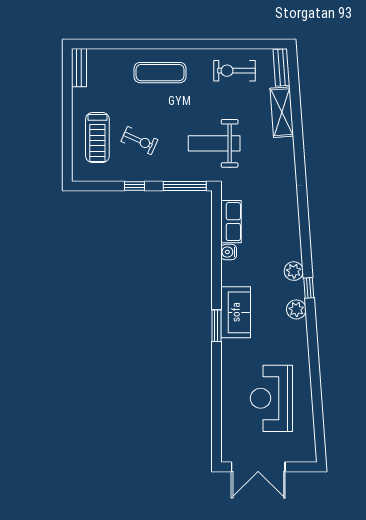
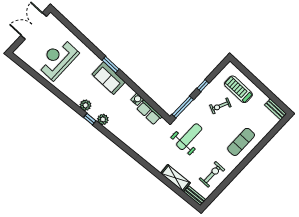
reception desk: (271, 398) -> (58, 59), turned -90

